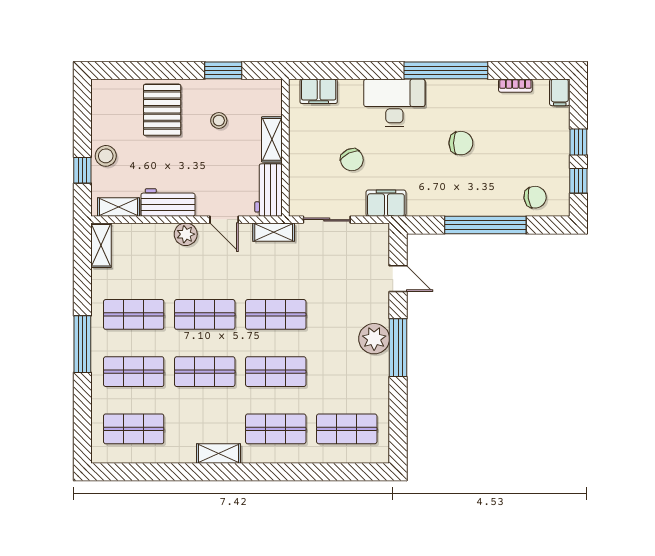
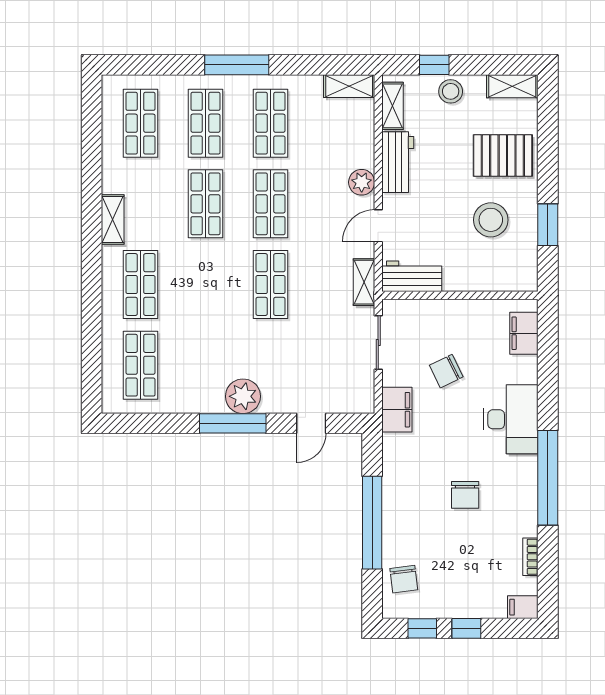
stool: (219, 121) -> (491, 220), width x1.89, depth x1.89
shelving: (272, 139) -> (512, 86), moved
shop shelf: (276, 372) -> (206, 285), removed

